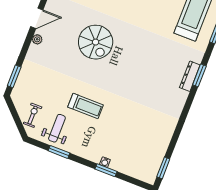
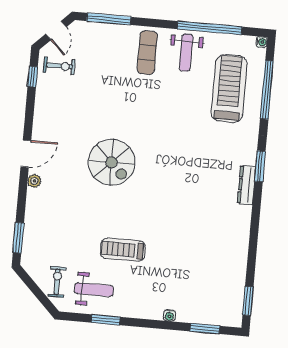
dresser: (190, 76) -> (247, 185), moved
treadmill: (86, 106) -> (123, 250), turned 180
weight bench: (57, 128) -> (94, 290), turned 90
window: (106, 170) -> (205, 329), moved

